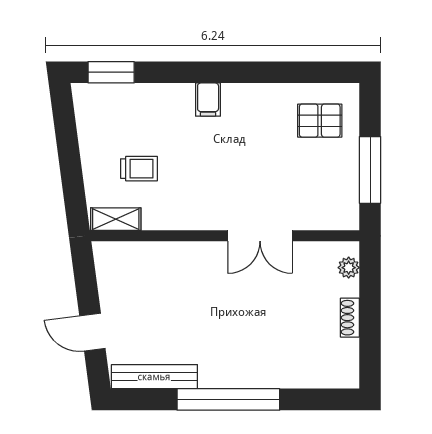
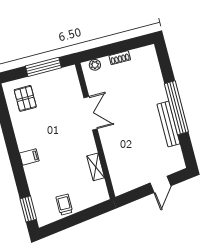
trolley: (139, 169) -> (64, 205), moved
shelving: (116, 219) -> (96, 167), moved
bench: (154, 377) -> (168, 124), moved

